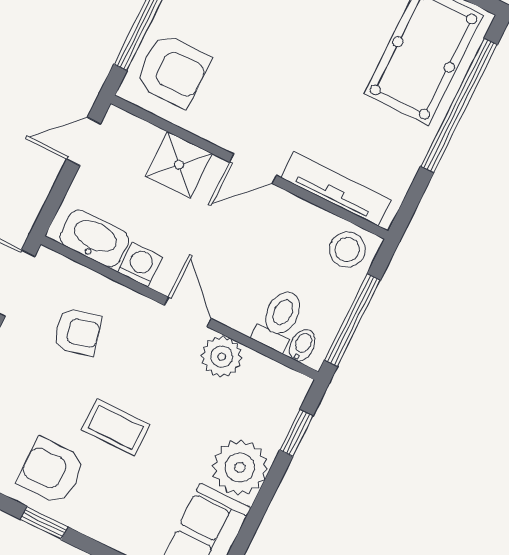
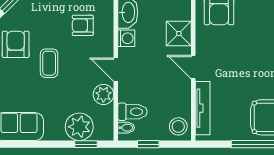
door: (188, 312) -> (116, 70), swing flipped
window: (352, 320) -> (148, 144), width x0.46
armchair: (77, 332) -> (83, 25), turned 104
plant: (240, 467) -> (79, 127), moved

